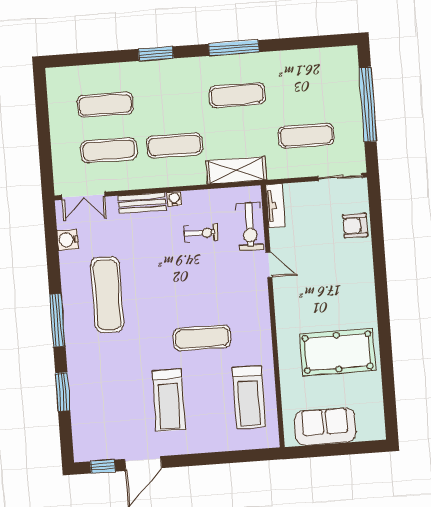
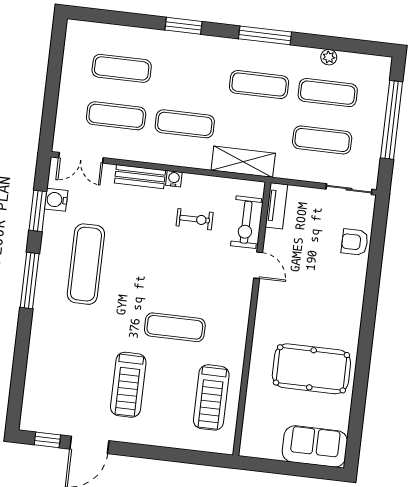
plant: (297, 57) -> (329, 57), added
exercise mat: (303, 90) -> (328, 93), added
window: (63, 392) -> (38, 211), moved
sofa: (325, 426) -> (315, 446), moved

